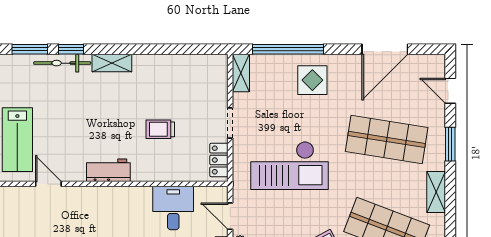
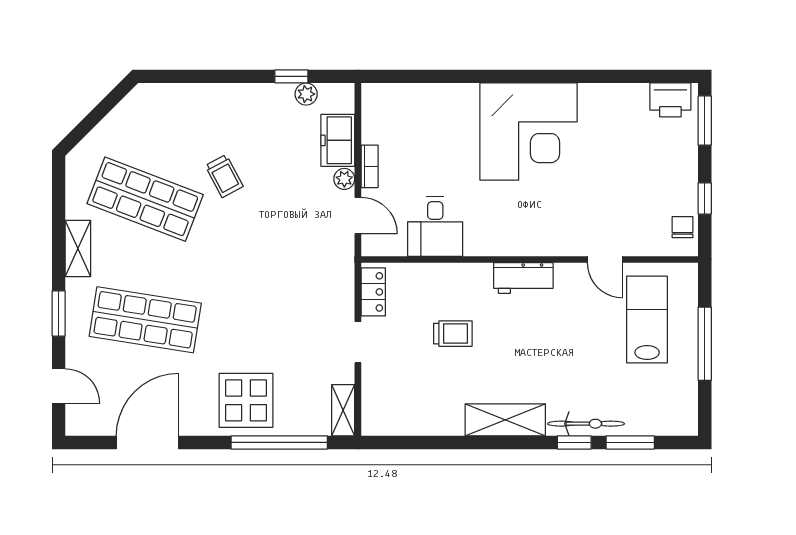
shelving: (112, 63) -> (505, 420), width x1.50, depth x1.33
display table: (312, 80) -> (246, 400), width x1.36, depth x1.36
checkout: (290, 165) -> (277, 284), removed

